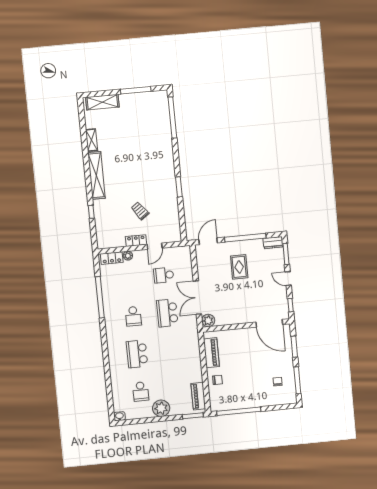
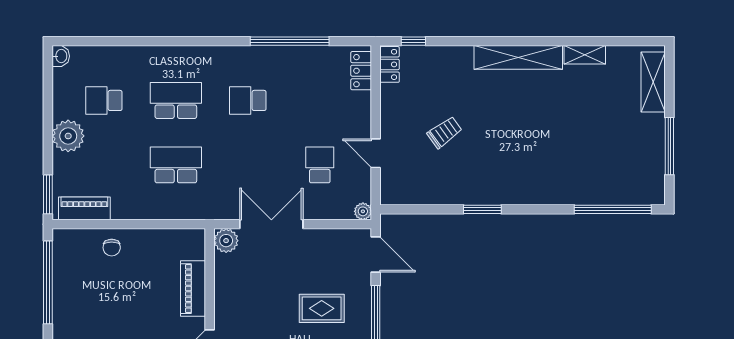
window: (91, 212) -> (413, 41), moved
locker: (136, 241) -> (390, 64), moved
plant: (128, 256) -> (363, 211), moved
school desk: (167, 313) -> (176, 165), moved
piano: (211, 353) -> (193, 289), moved, turned 90

